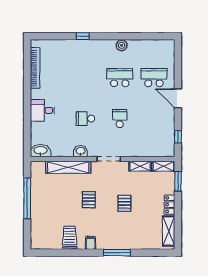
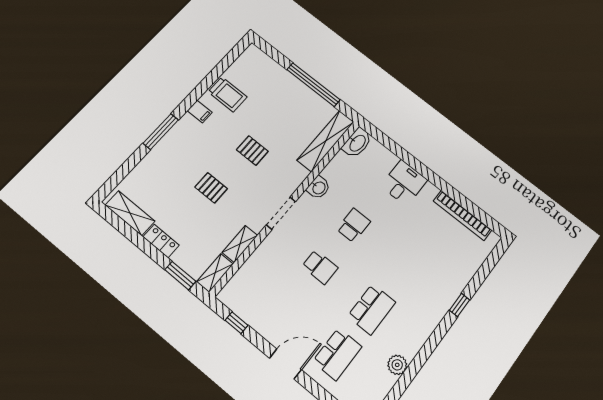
plant: (122, 45) -> (397, 365), moved
shelving: (68, 167) -> (326, 141), moved

